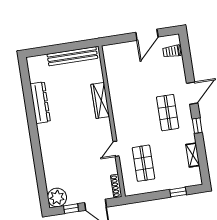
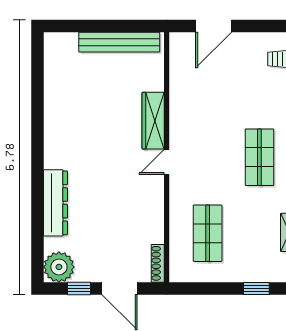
door: (147, 35) -> (214, 26), moved
dresser: (40, 103) -> (55, 203), moved
door: (116, 149) -> (167, 162), moved

